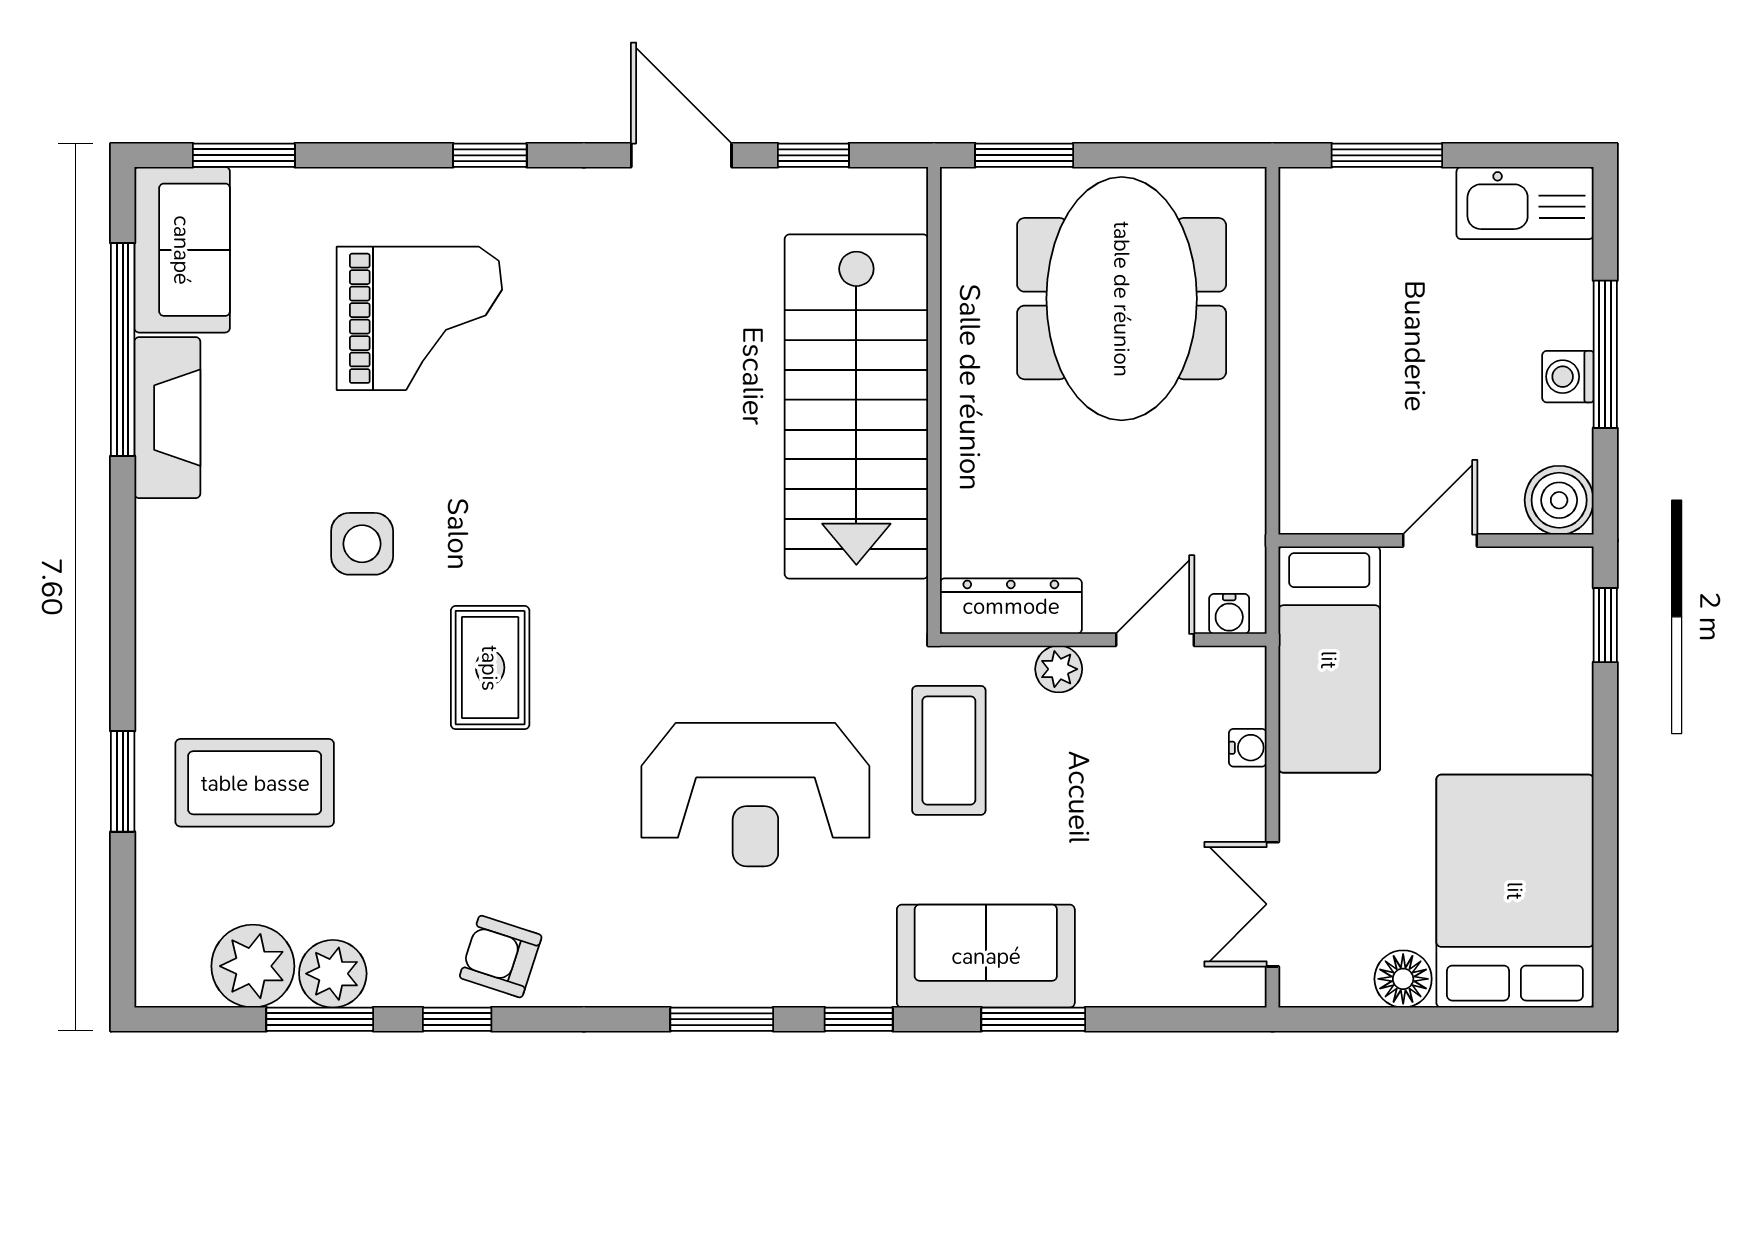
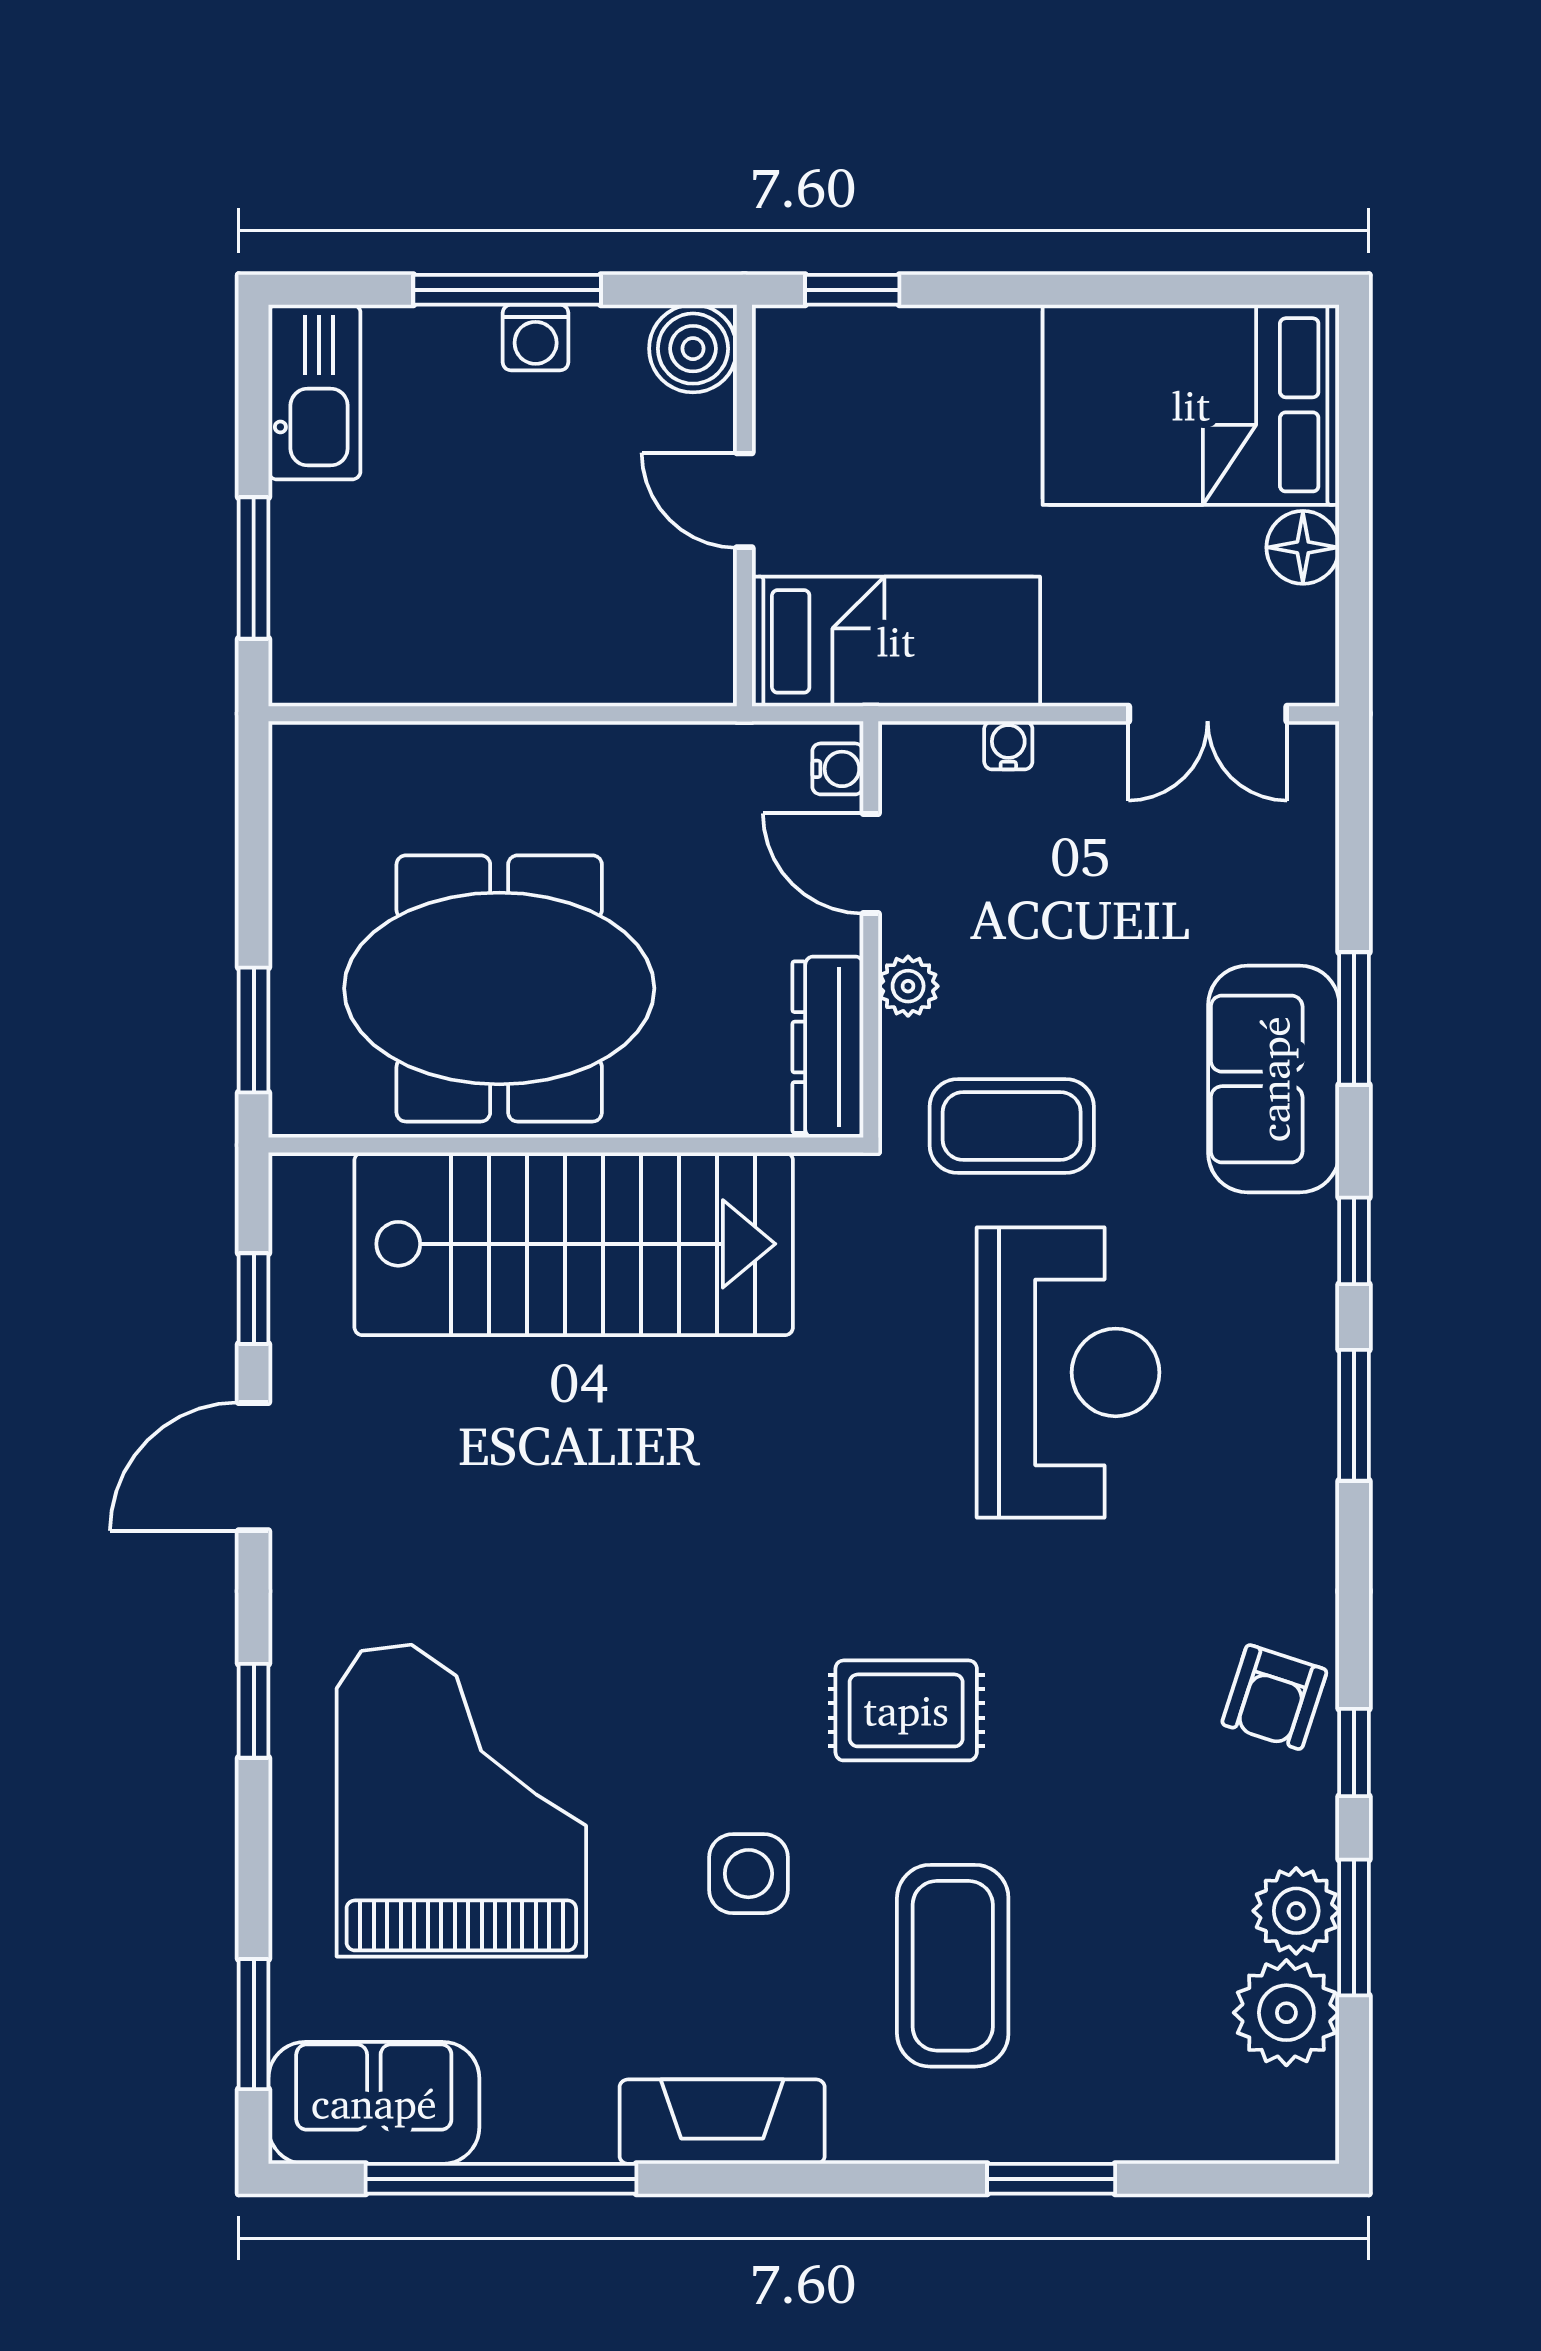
meeting table: (1122, 299) -> (499, 988), moved
grand piano: (419, 318) -> (461, 1801), width x1.37, depth x1.48
fireplace: (167, 418) -> (722, 2122), moved
coffee table: (255, 783) -> (953, 1966), moved

